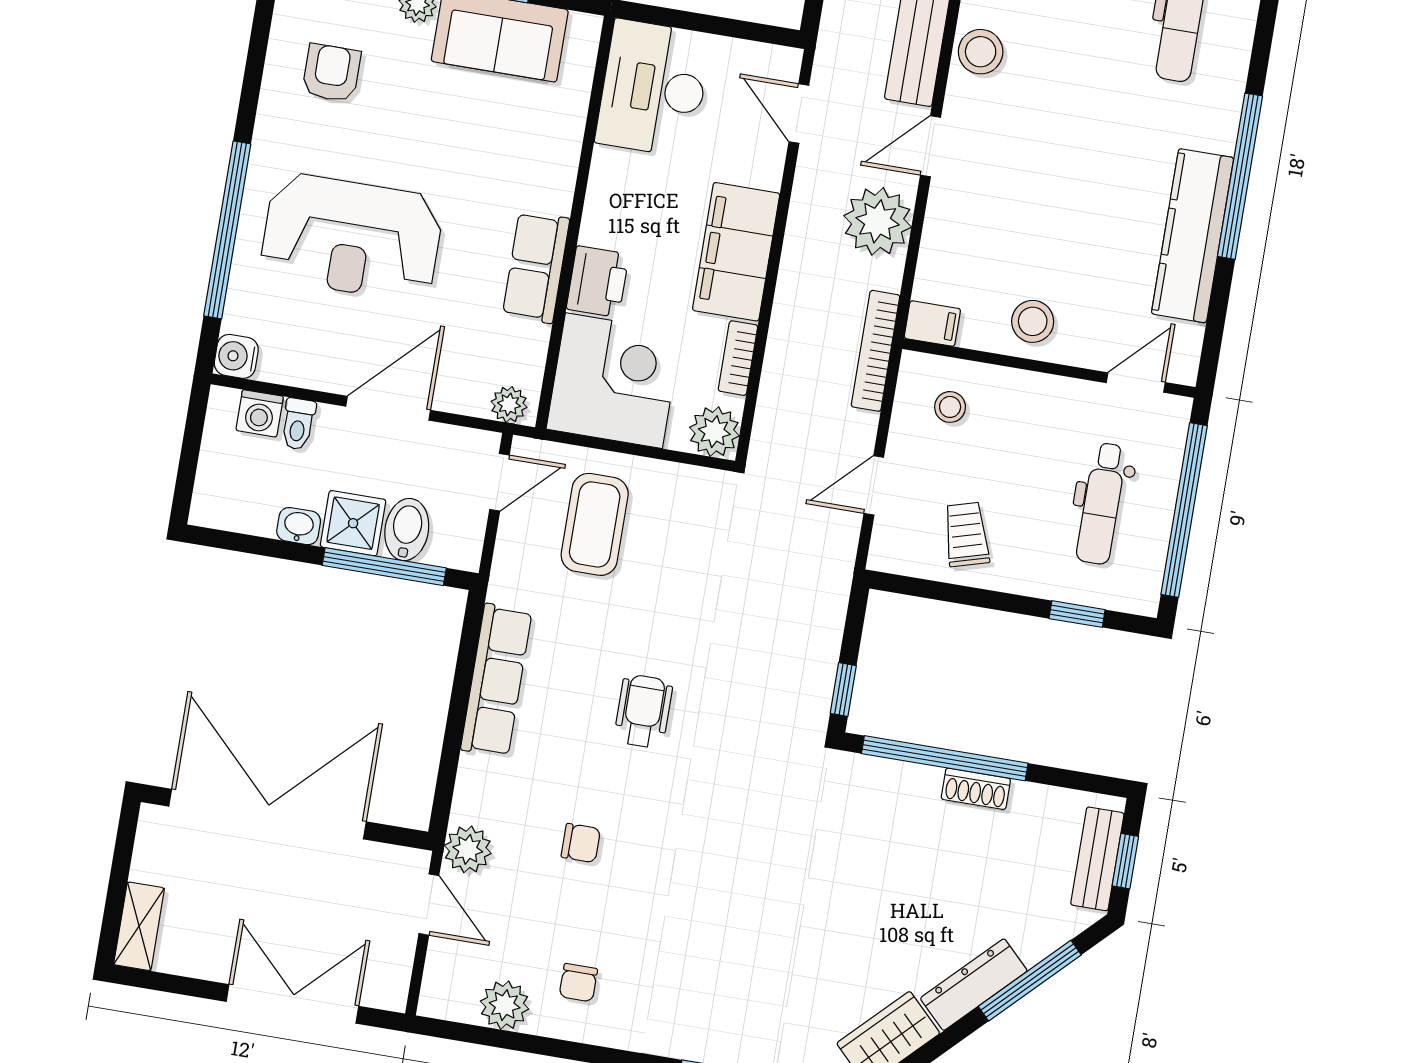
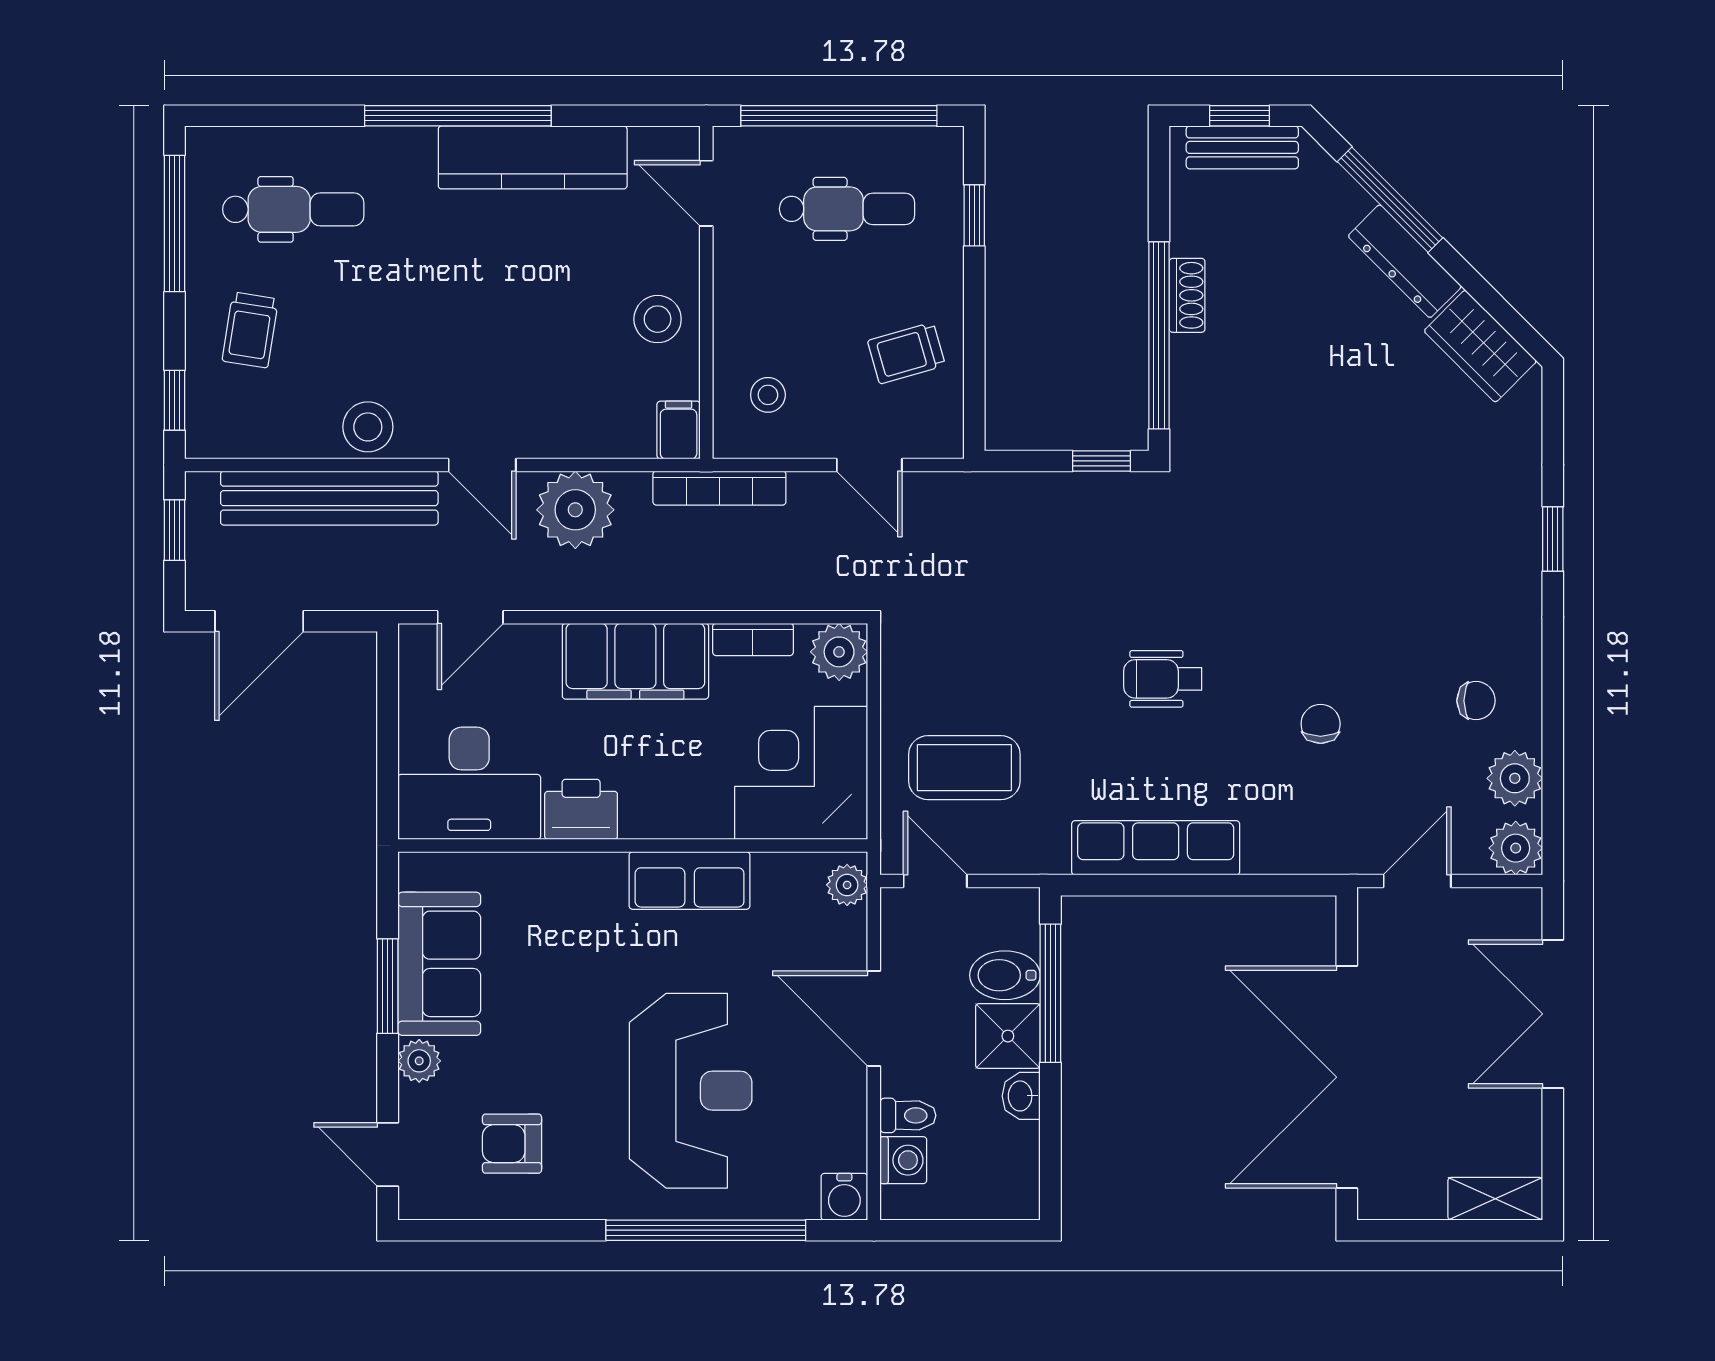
printer: (598, 282) -> (581, 809), moved
plant: (468, 849) -> (1516, 848), moved

